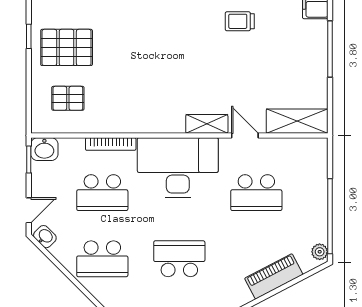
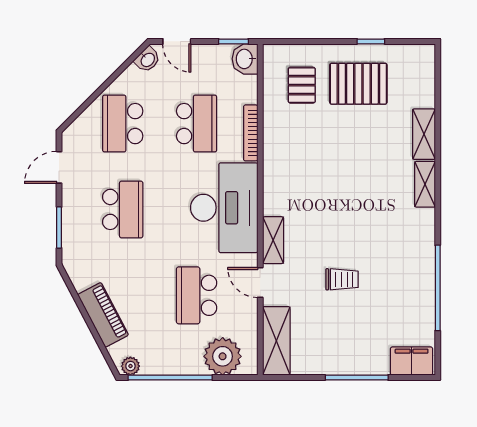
trolley: (240, 21) -> (342, 279), moved, turned 90
pallet: (67, 47) -> (358, 84), turned 90
door: (245, 135) -> (260, 283), swing flipped
plant: (311, 169) -> (223, 356), added
school desk: (102, 193) -> (197, 124), turned 180

